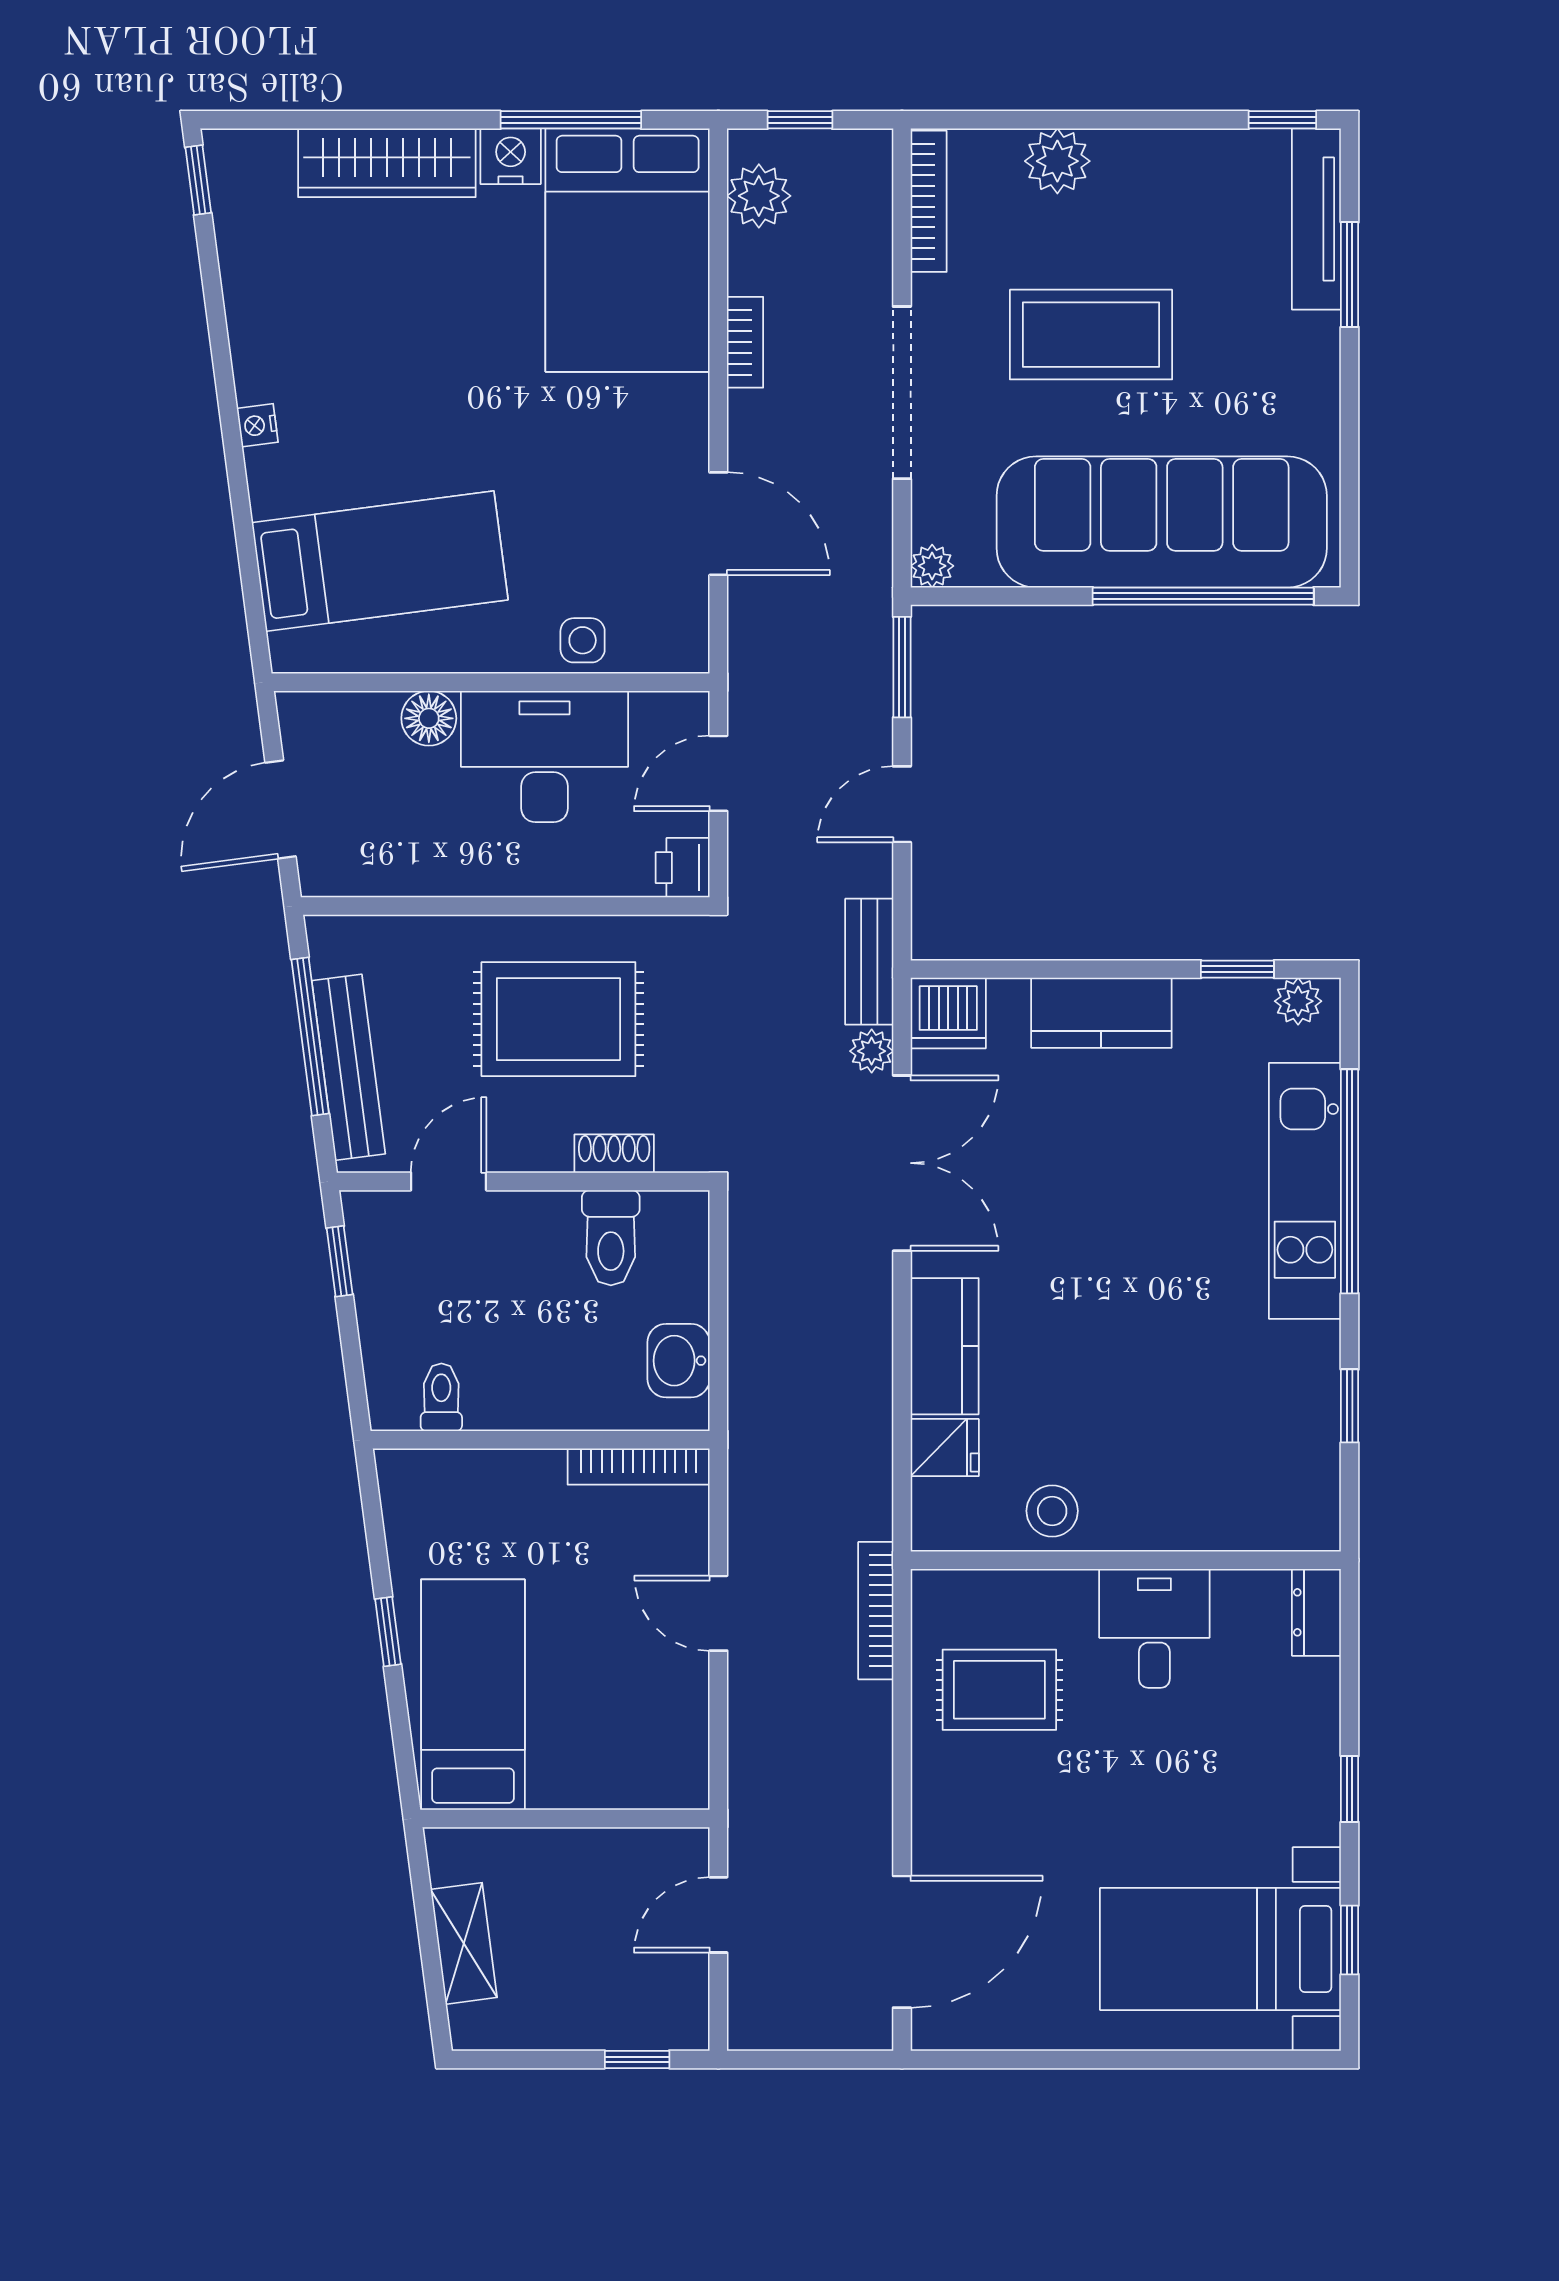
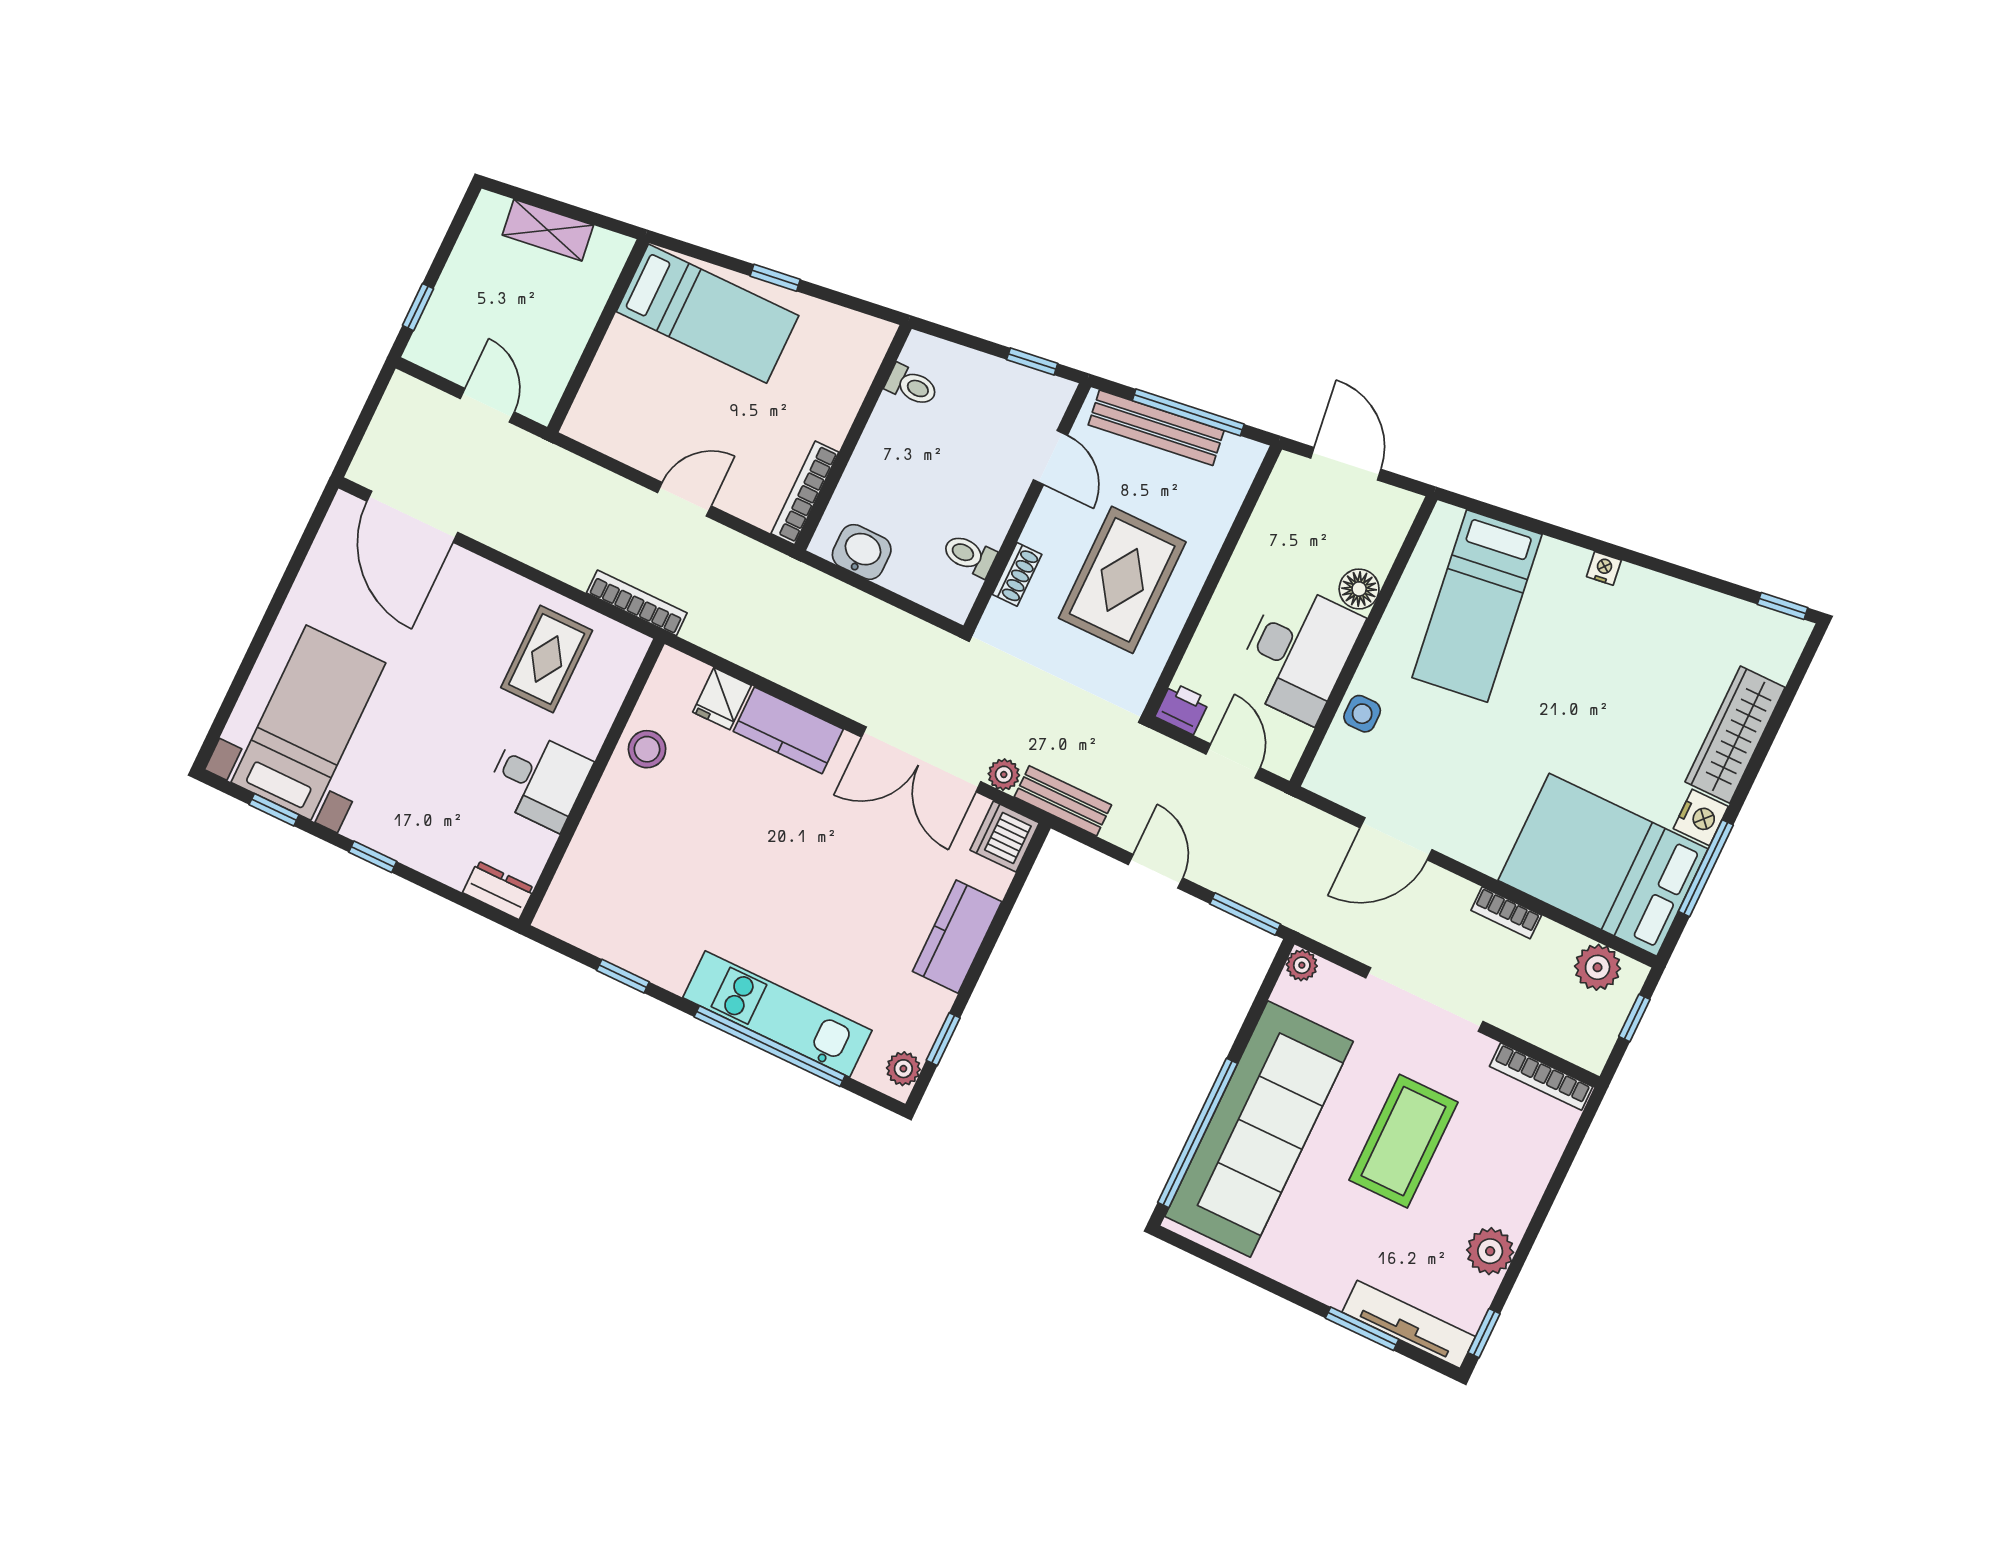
plant: (1057, 161) -> (1490, 1251), moved
toilet: (611, 1238) -> (969, 555), width x0.73, depth x0.72

